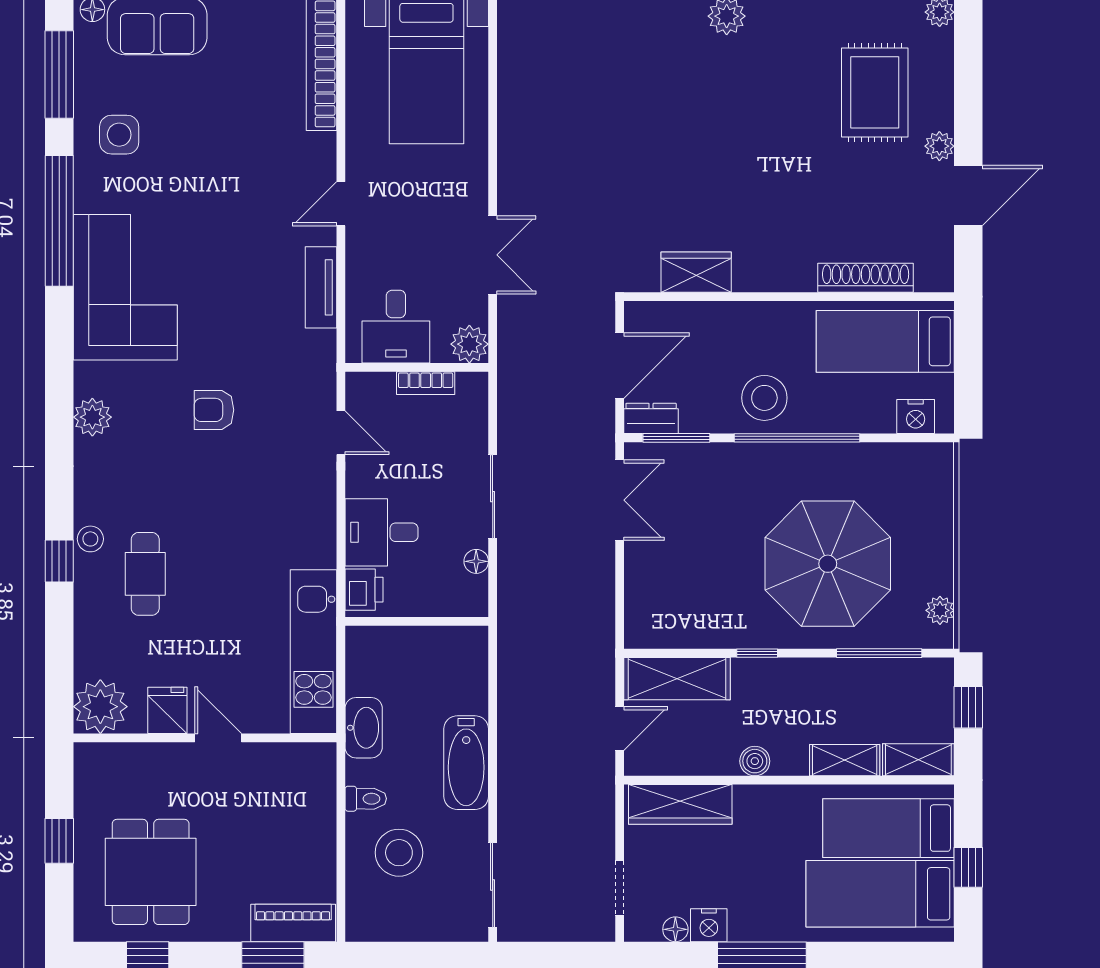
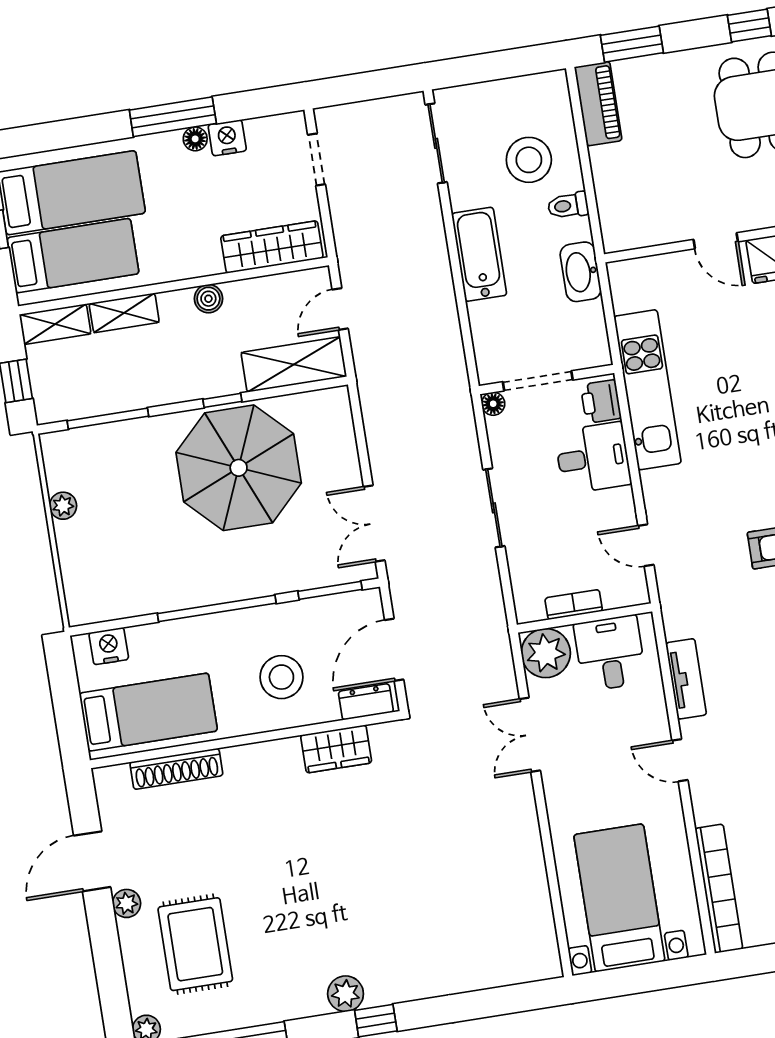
door: (341, 204) -> (680, 760), swing flipped
plant: (469, 344) -> (546, 653), width x1.36, depth x1.36
stool: (764, 398) -> (281, 677), moved
dresser: (651, 418) -> (366, 702), moved, turned 180
floor lamp: (476, 561) -> (493, 404), moved
parasol: (828, 564) -> (239, 468), moved
plant: (940, 610) -> (63, 506), moved
doorway: (426, 621) -> (538, 381), added
kitchen unit: (313, 652) -> (648, 390), moved
piano: (293, 923) -> (598, 104), moved, turned -90
floor lamp: (675, 929) -> (195, 139), moved

